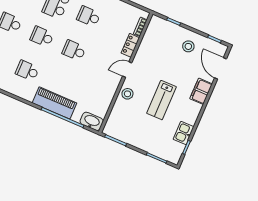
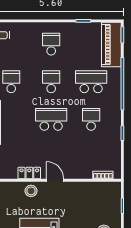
locker: (130, 45) -> (29, 173), moved
school desk: (74, 50) -> (51, 119), width x1.85

